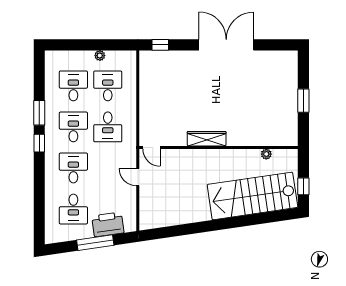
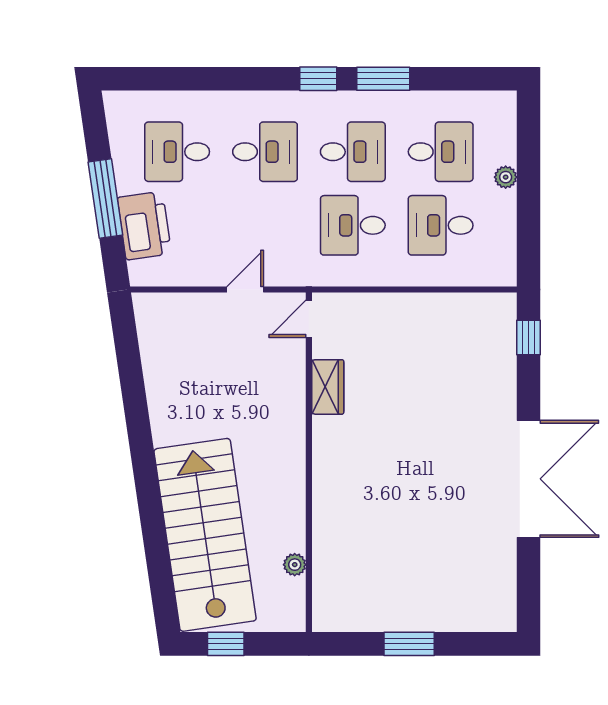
plant: (100, 56) -> (506, 177), moved
desk: (108, 86) -> (441, 225), turned 180
wardrobe: (207, 139) -> (328, 387), moved, width x0.67

